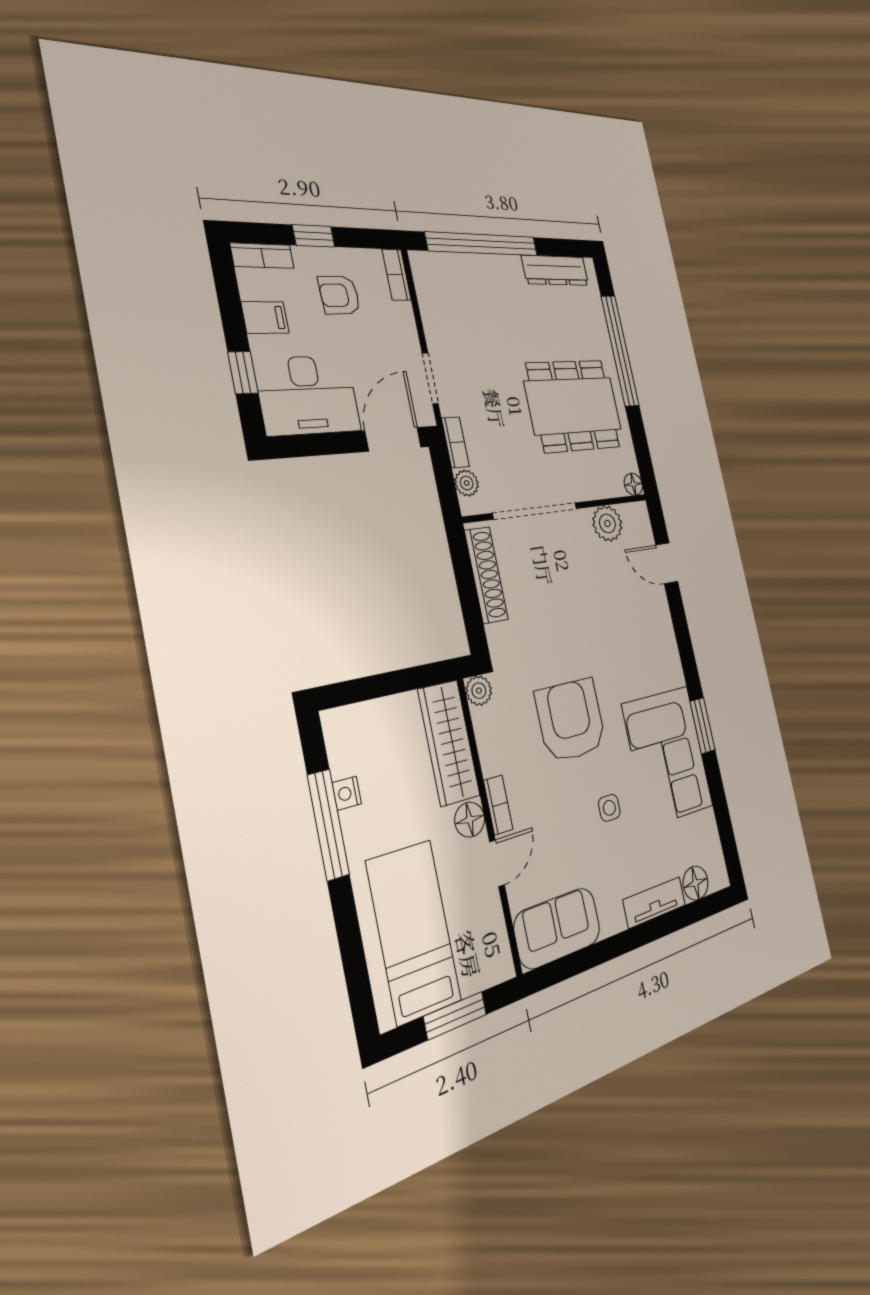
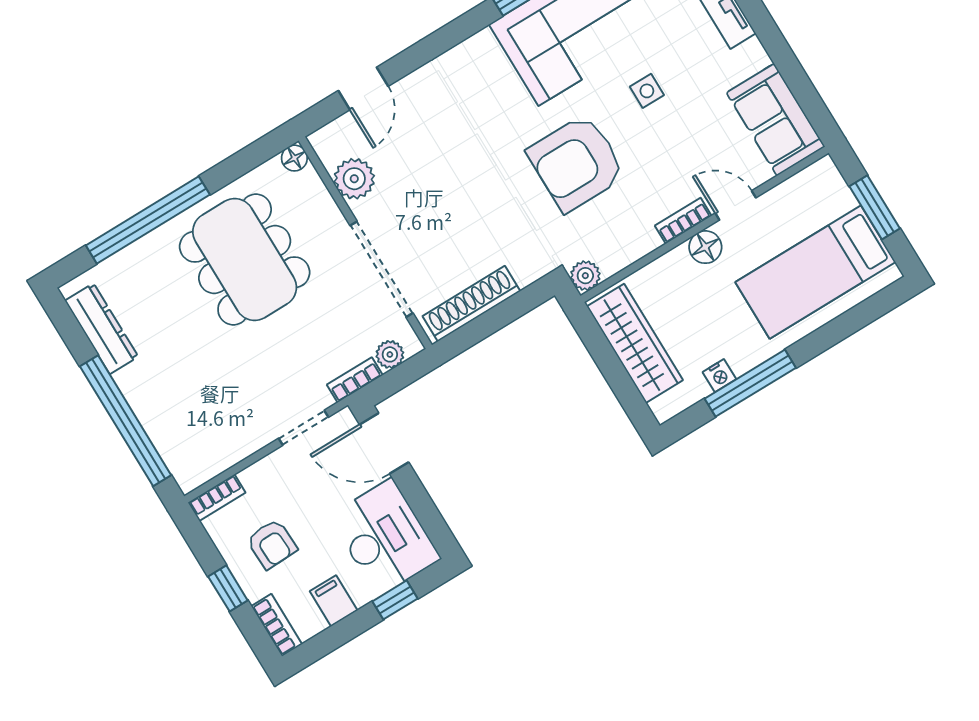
wardrobe: (449, 743) -> (635, 343), moved, turned -90

